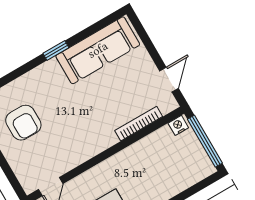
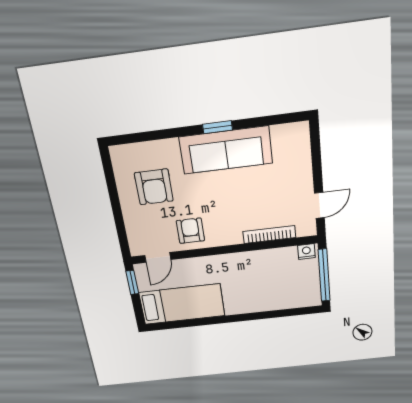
sofa: (98, 50) -> (226, 150), moved
armchair: (69, 149) -> (190, 231), added

